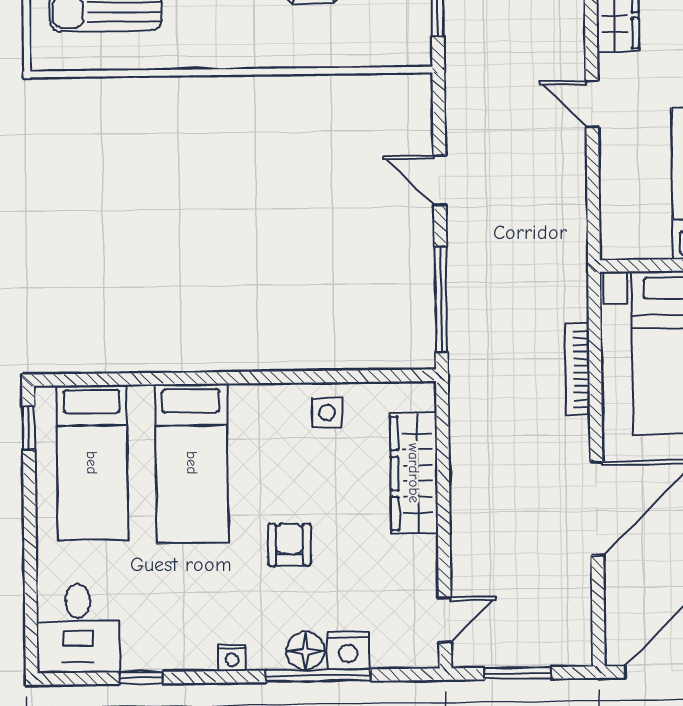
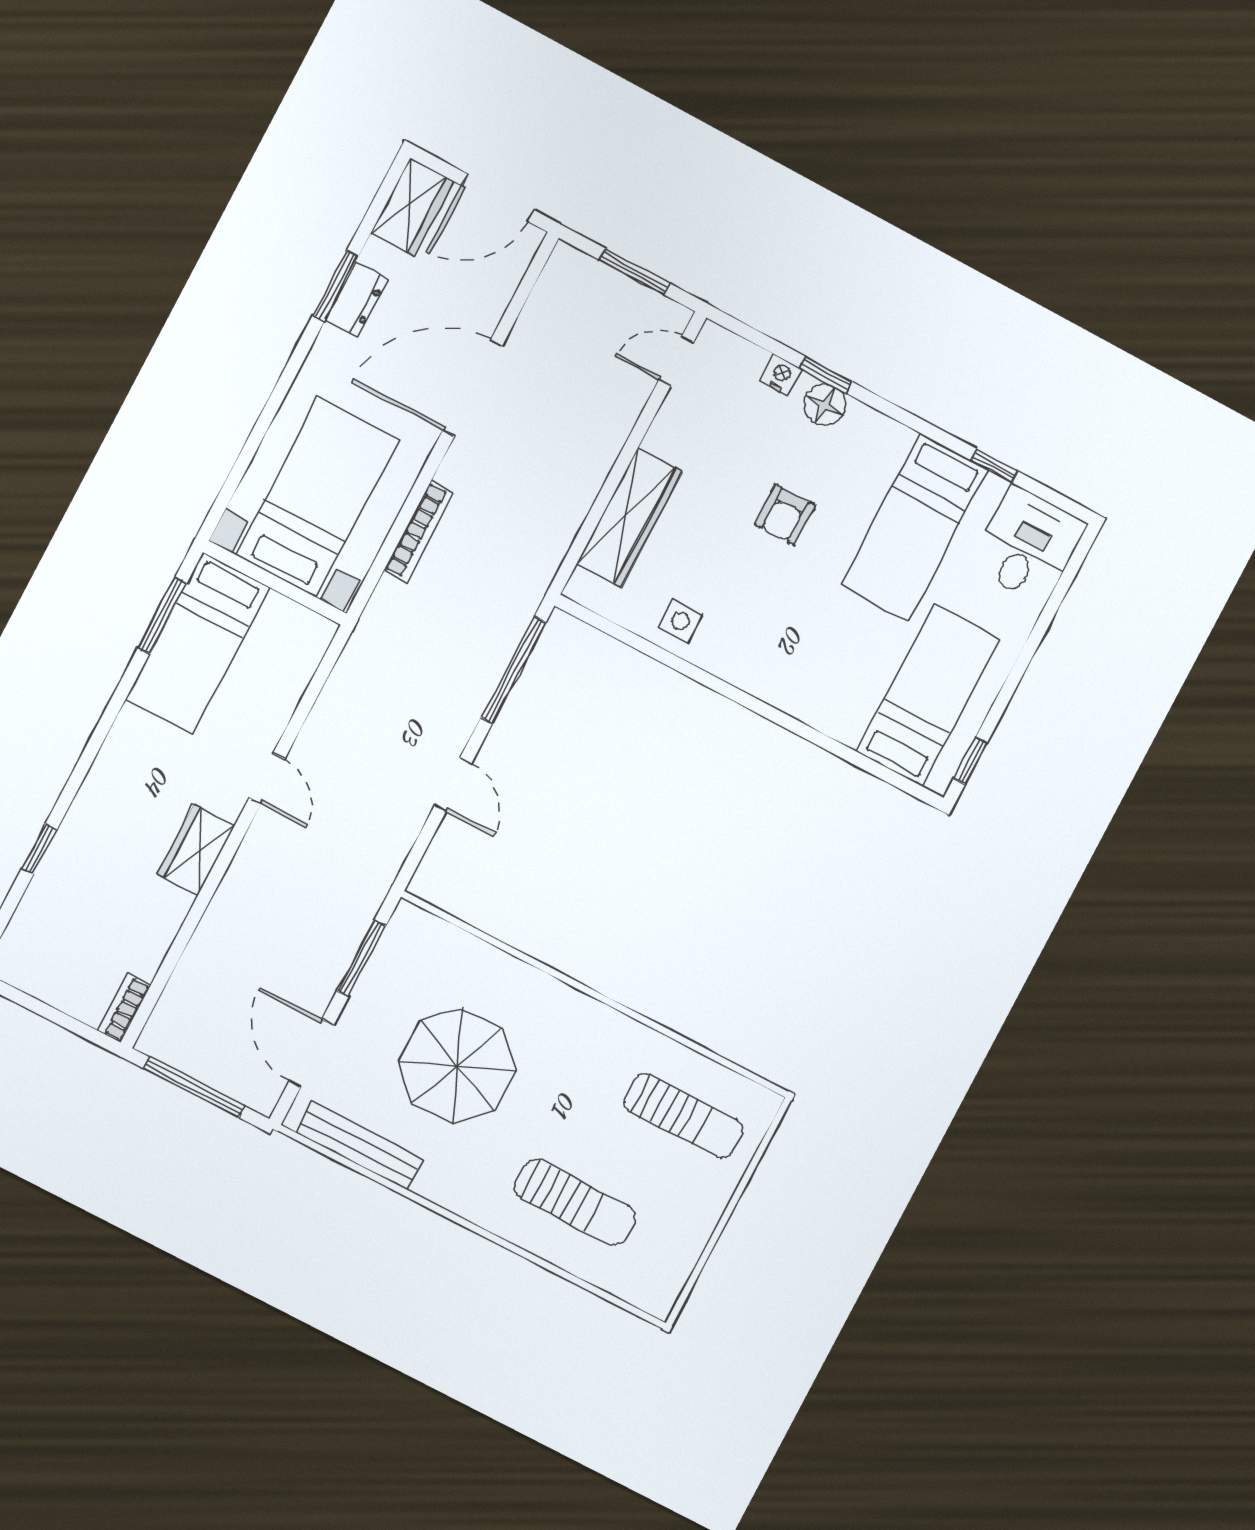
bed: (192, 463) -> (914, 527), moved, turned 180
nightstand: (348, 651) -> (781, 375), width x0.72, depth x0.74
nightstand: (232, 658) -> (898, 437), removed
window: (318, 676) -> (826, 375), width x0.46

